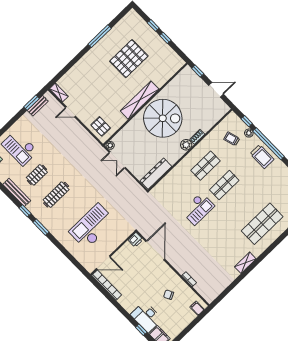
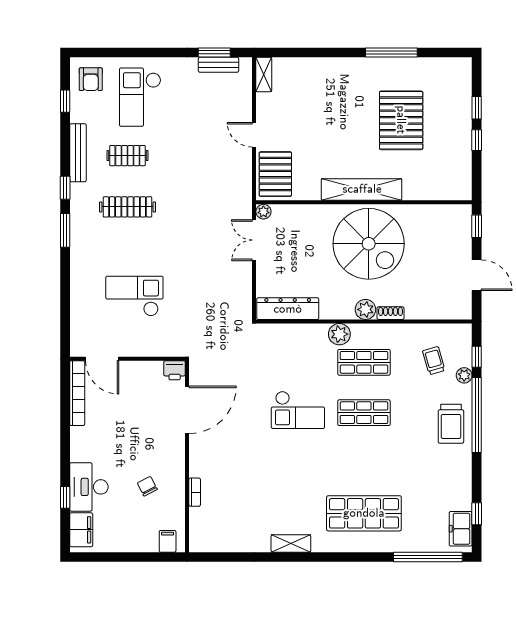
pallet: (129, 59) -> (401, 120), turned 90
door: (70, 112) -> (254, 135), moved
pallet: (101, 126) -> (275, 174), width x1.50, depth x1.42
plant: (185, 164) -> (339, 334), added
checkout: (92, 226) -> (134, 296), width x0.73, depth x0.83

